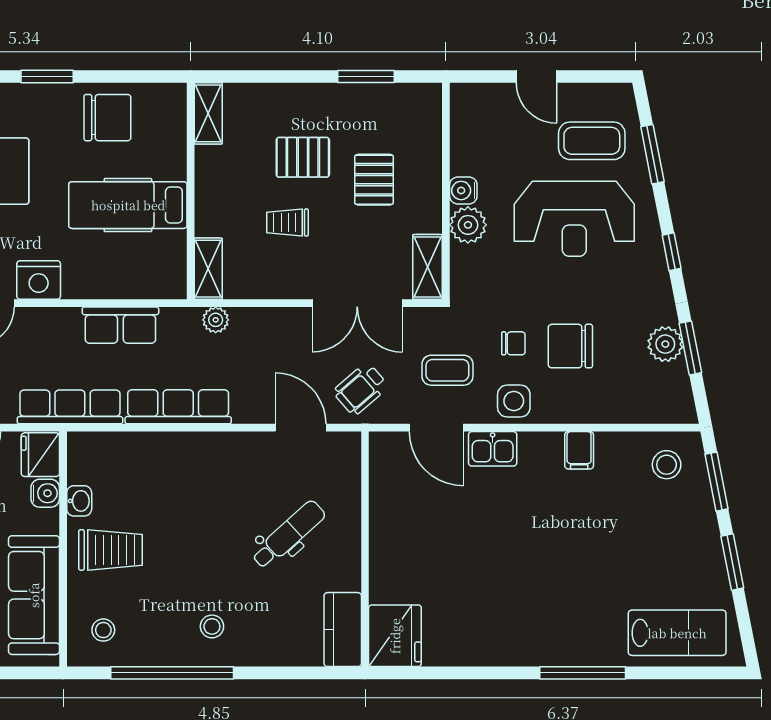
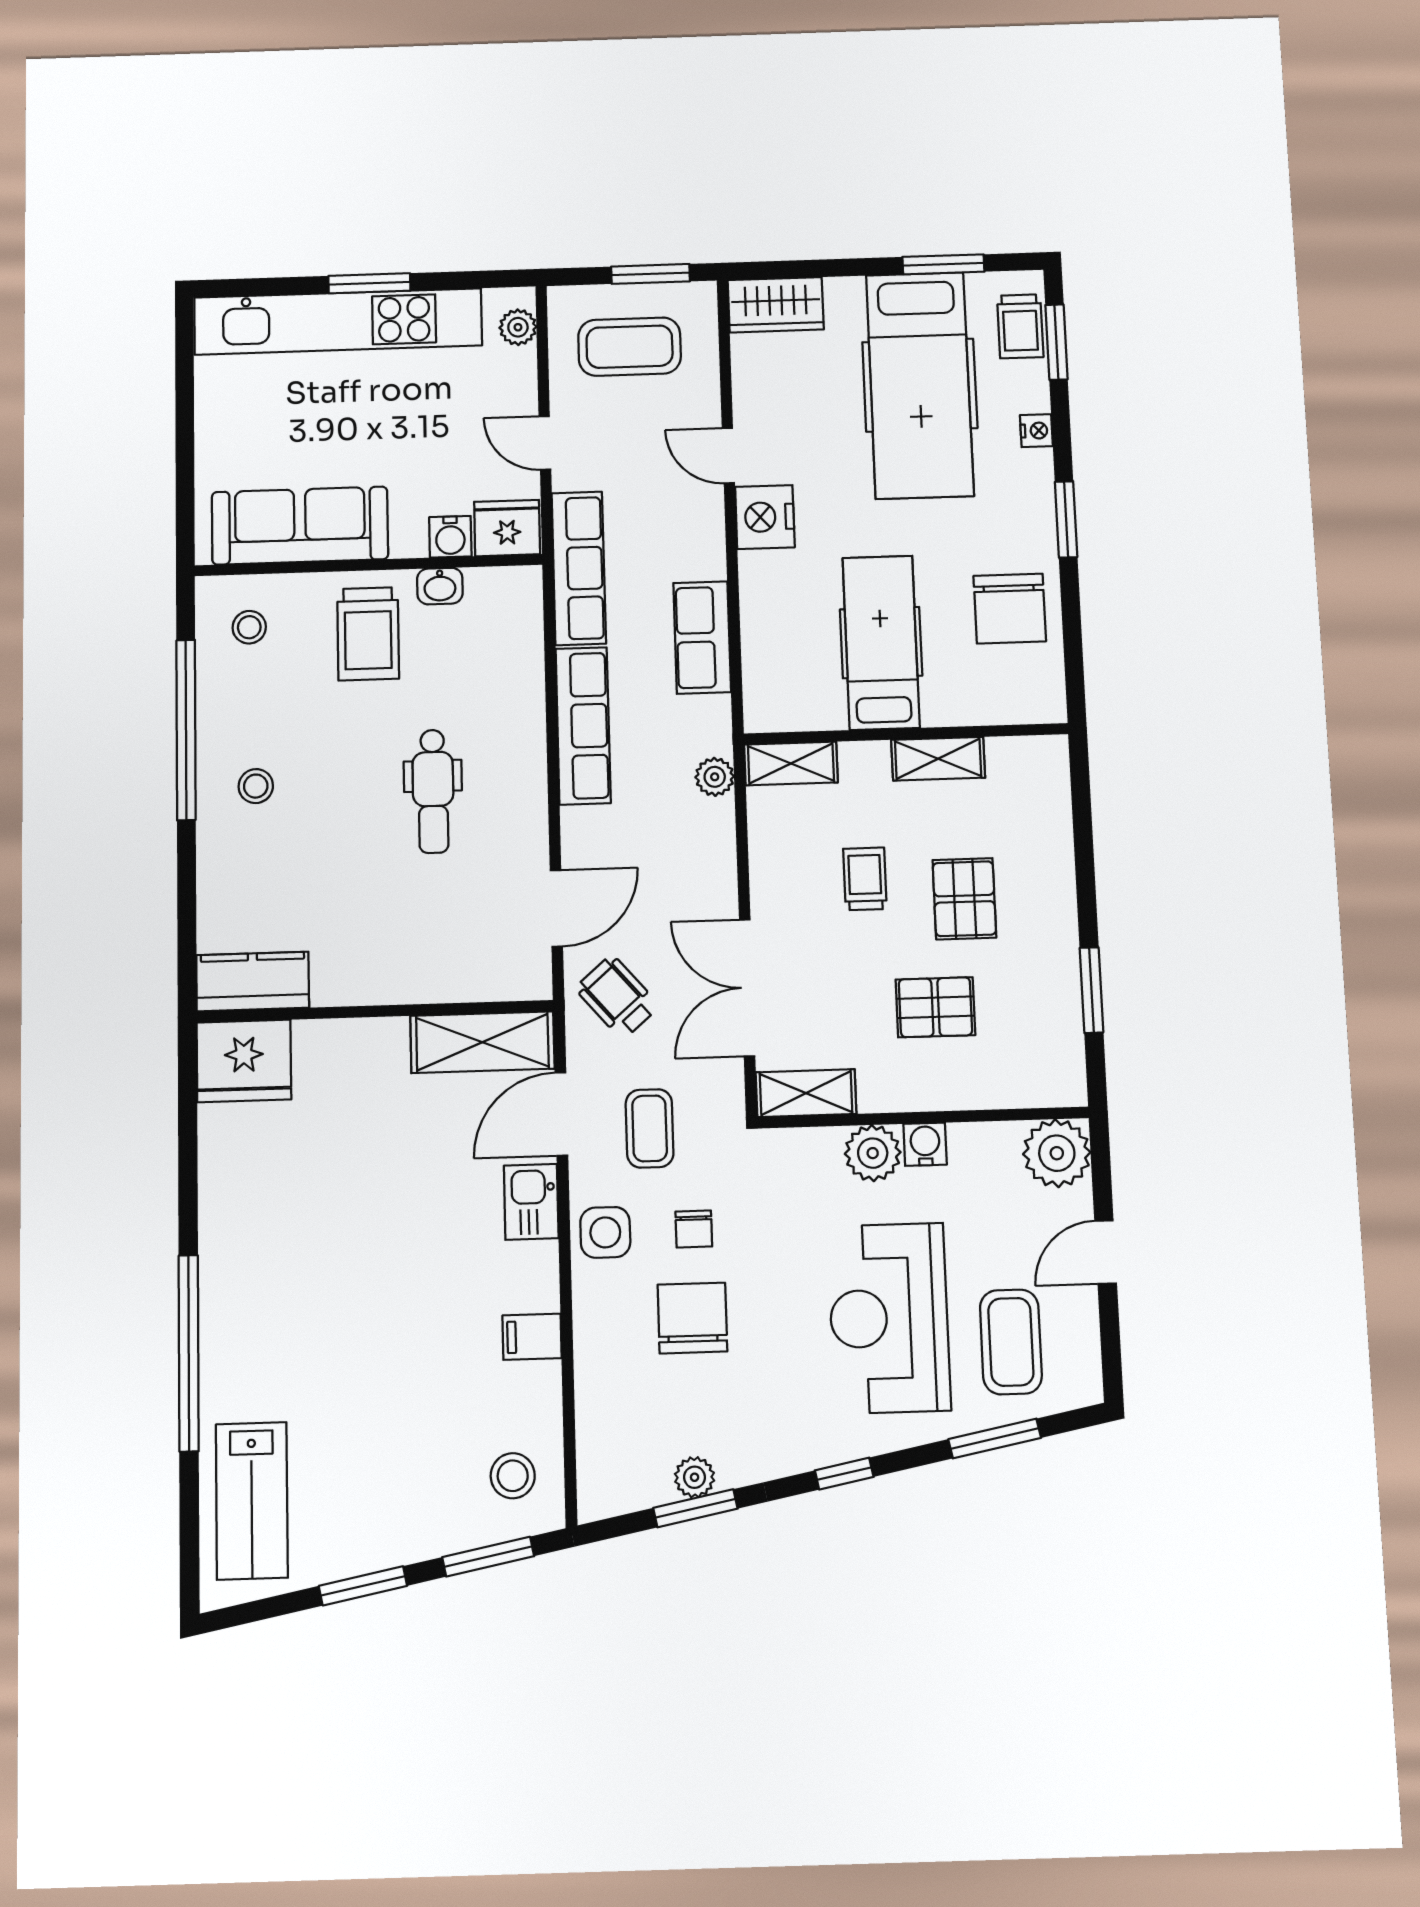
plant: (472, 105) -> (1057, 1153), added
shelving: (208, 113) -> (938, 759), moved
plant: (665, 344) -> (695, 1477), width x0.73, depth x0.73
shelving: (388, 479) -> (482, 1042), added
dental chair: (288, 535) -> (433, 791), moved, turned 42
window: (583, 673) -> (189, 1353), width x1.46

